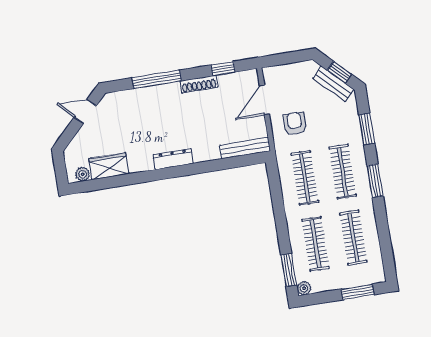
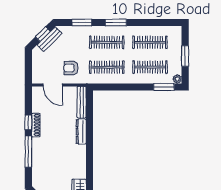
window: (223, 69) -> (28, 122), moved
dresser: (173, 159) -> (81, 132), moved
window: (358, 292) -> (185, 56), moved

